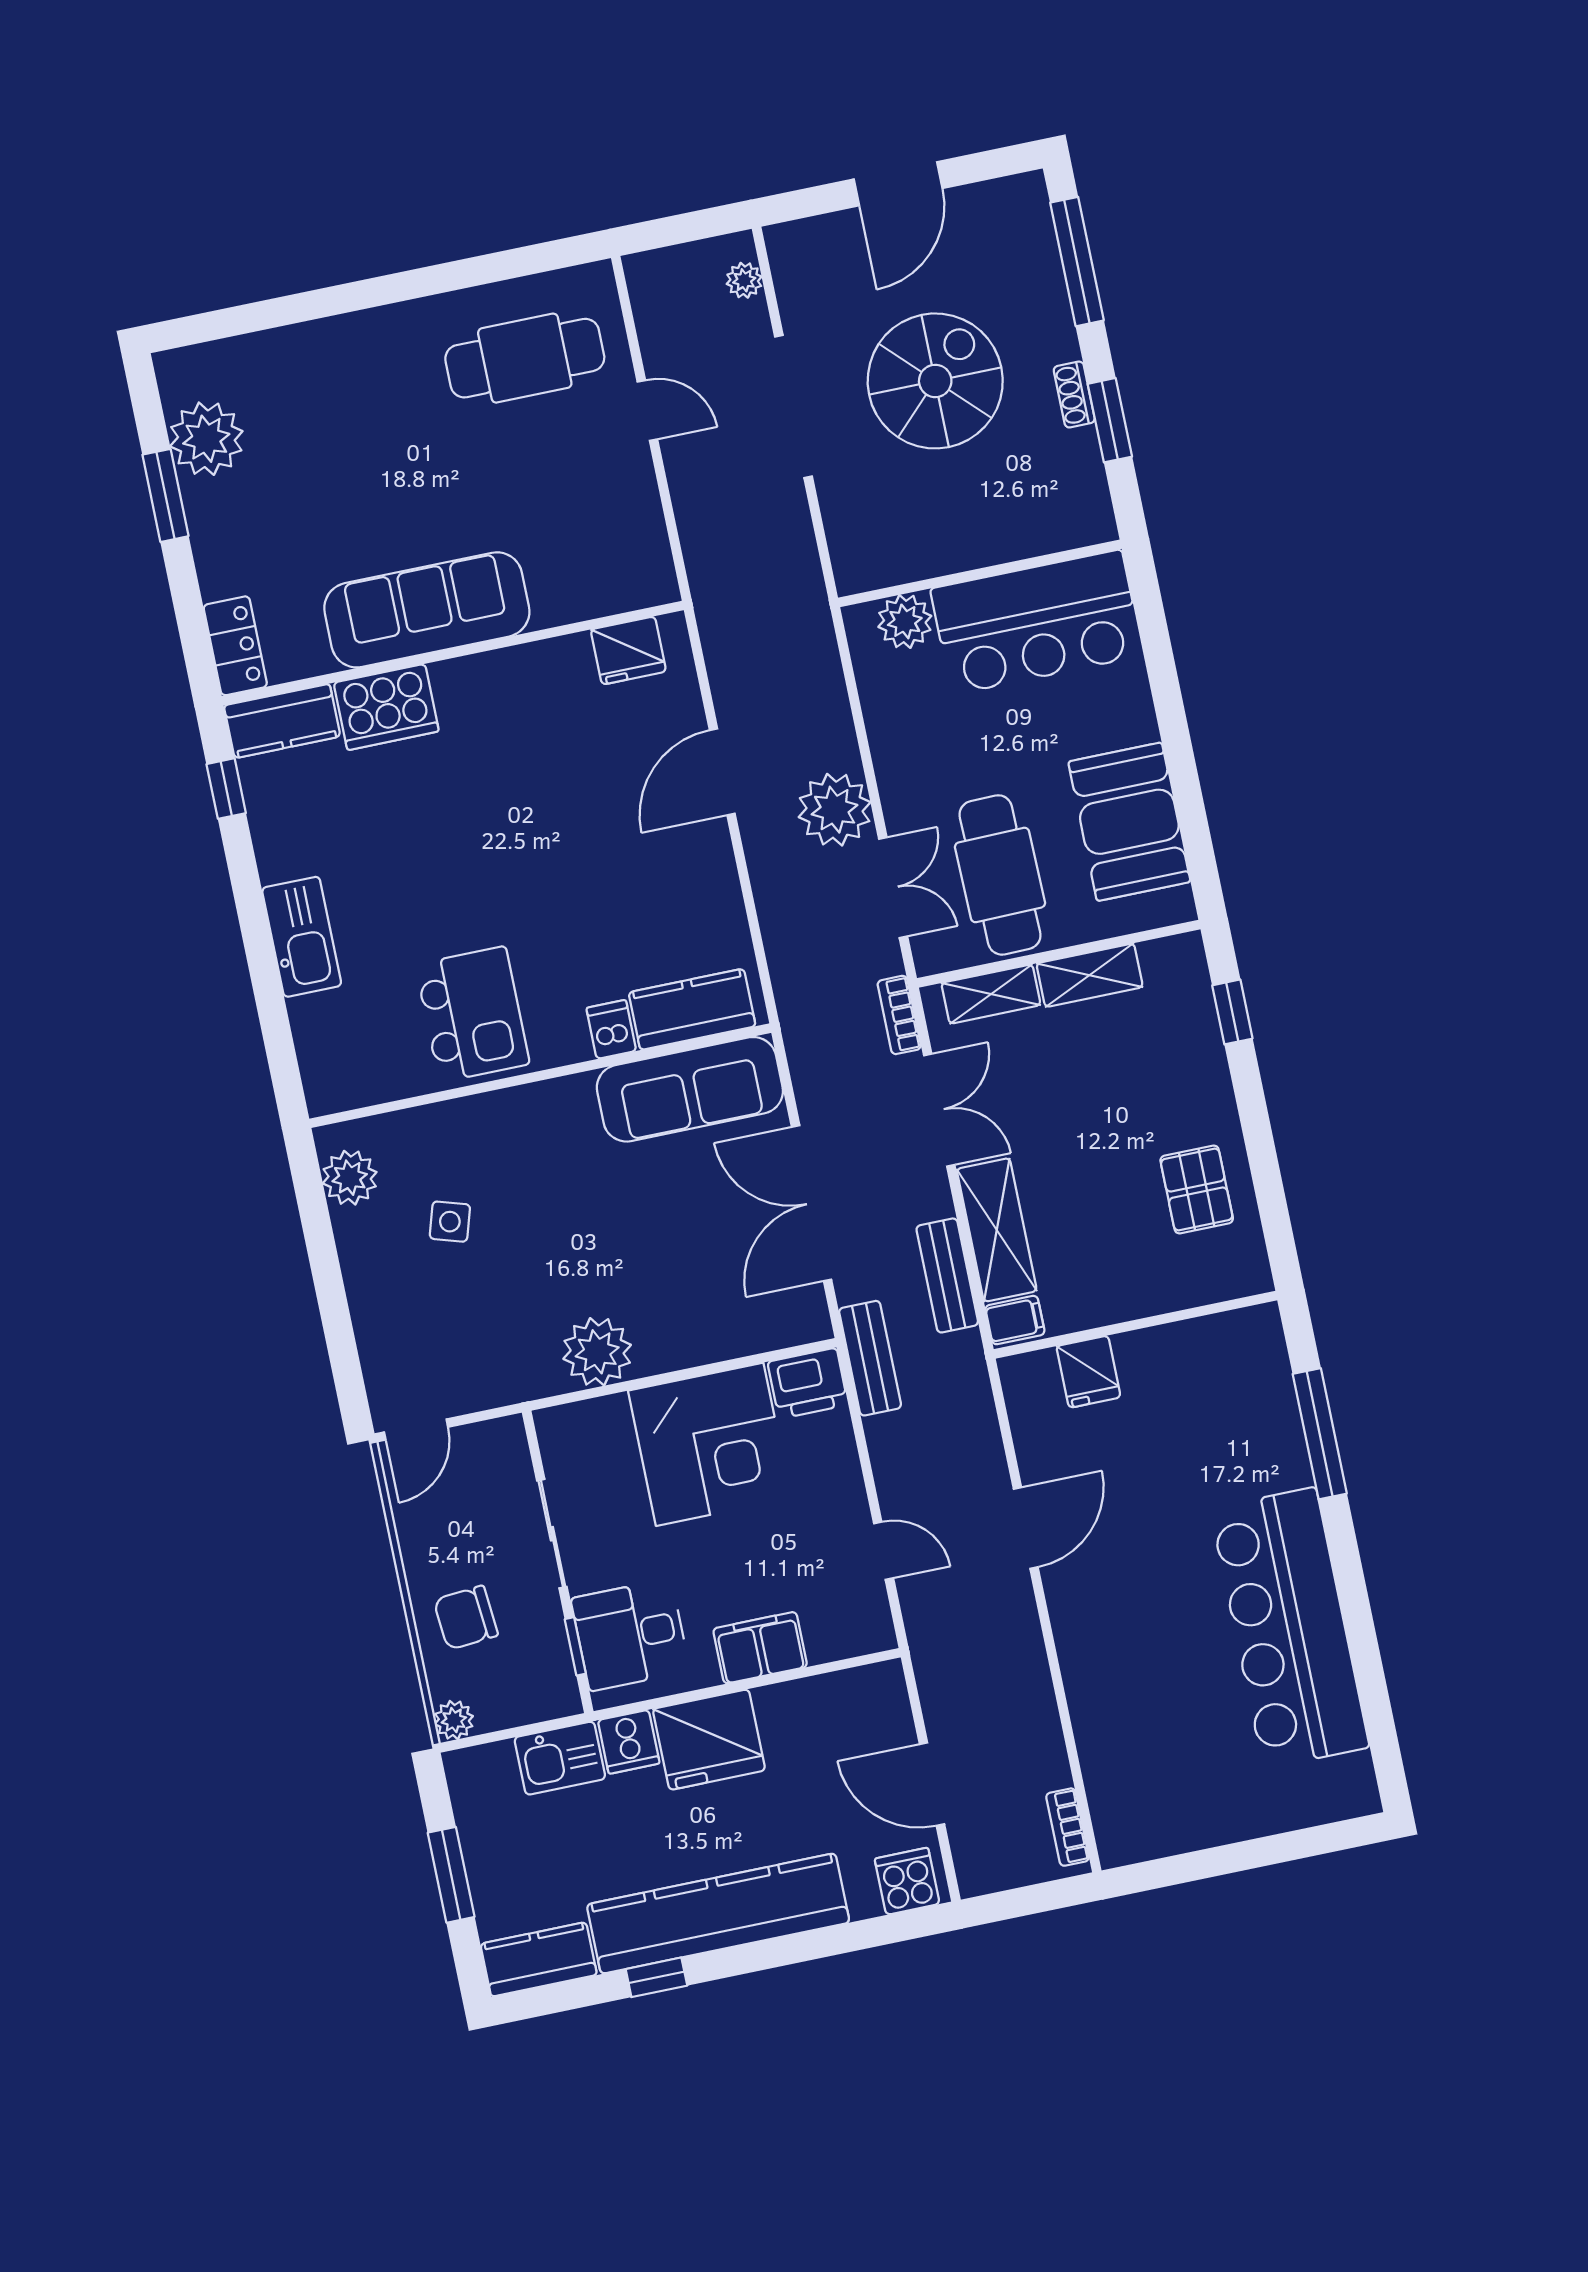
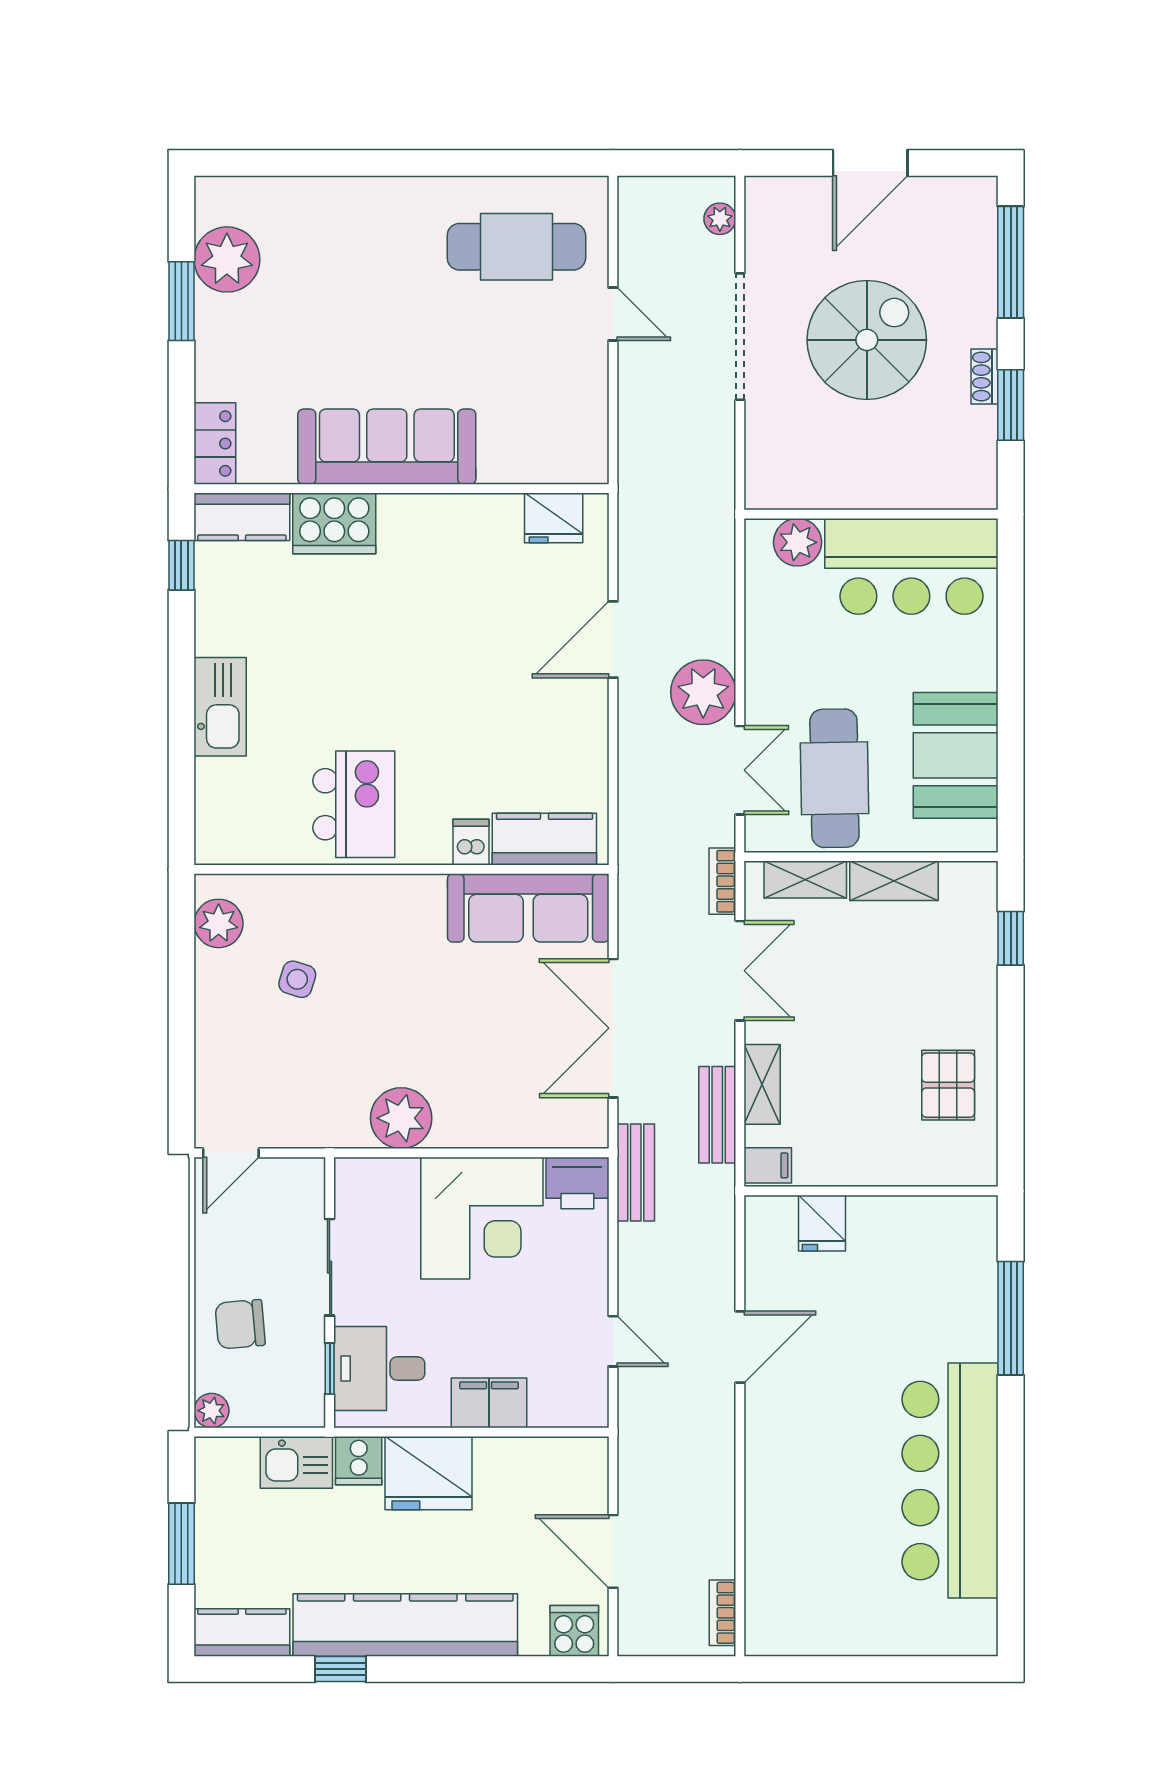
shelving: (997, 1230) -> (762, 1084), width x0.67, depth x0.75

